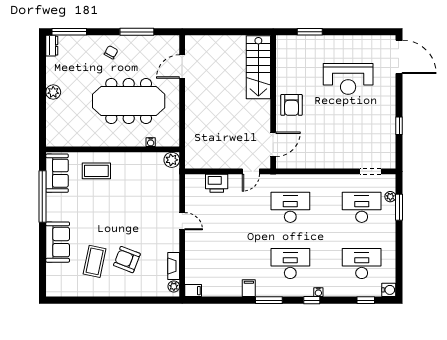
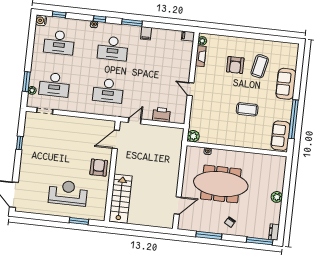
reception desk: (348, 79) -> (68, 193), moved
coffee table: (96, 171) -> (247, 109), moved
armchair: (127, 260) -> (235, 65), turned 69

